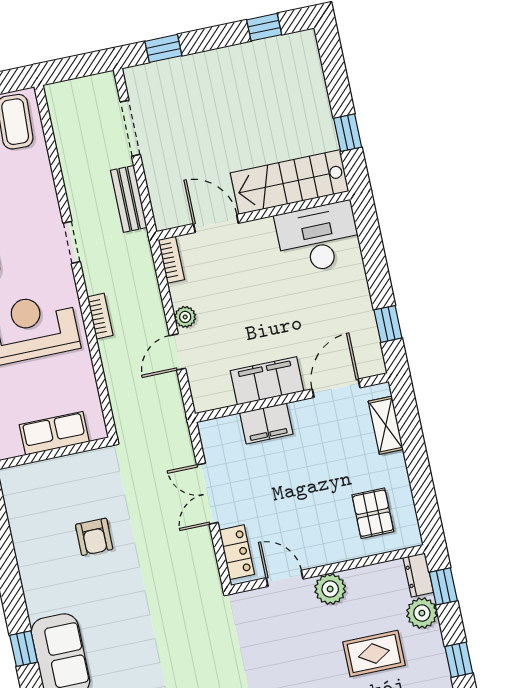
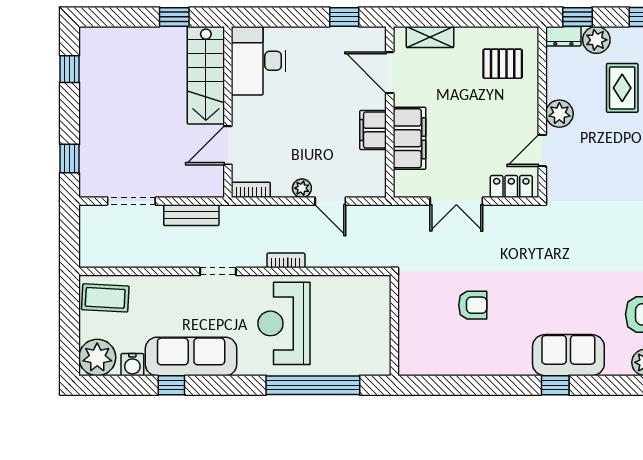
filing cabinet: (267, 381) -> (373, 130), width x0.67, depth x0.86
filing cabinet: (266, 423) -> (409, 138), width x1.50, depth x1.17
row of seats: (54, 433) -> (377, 320), removed

